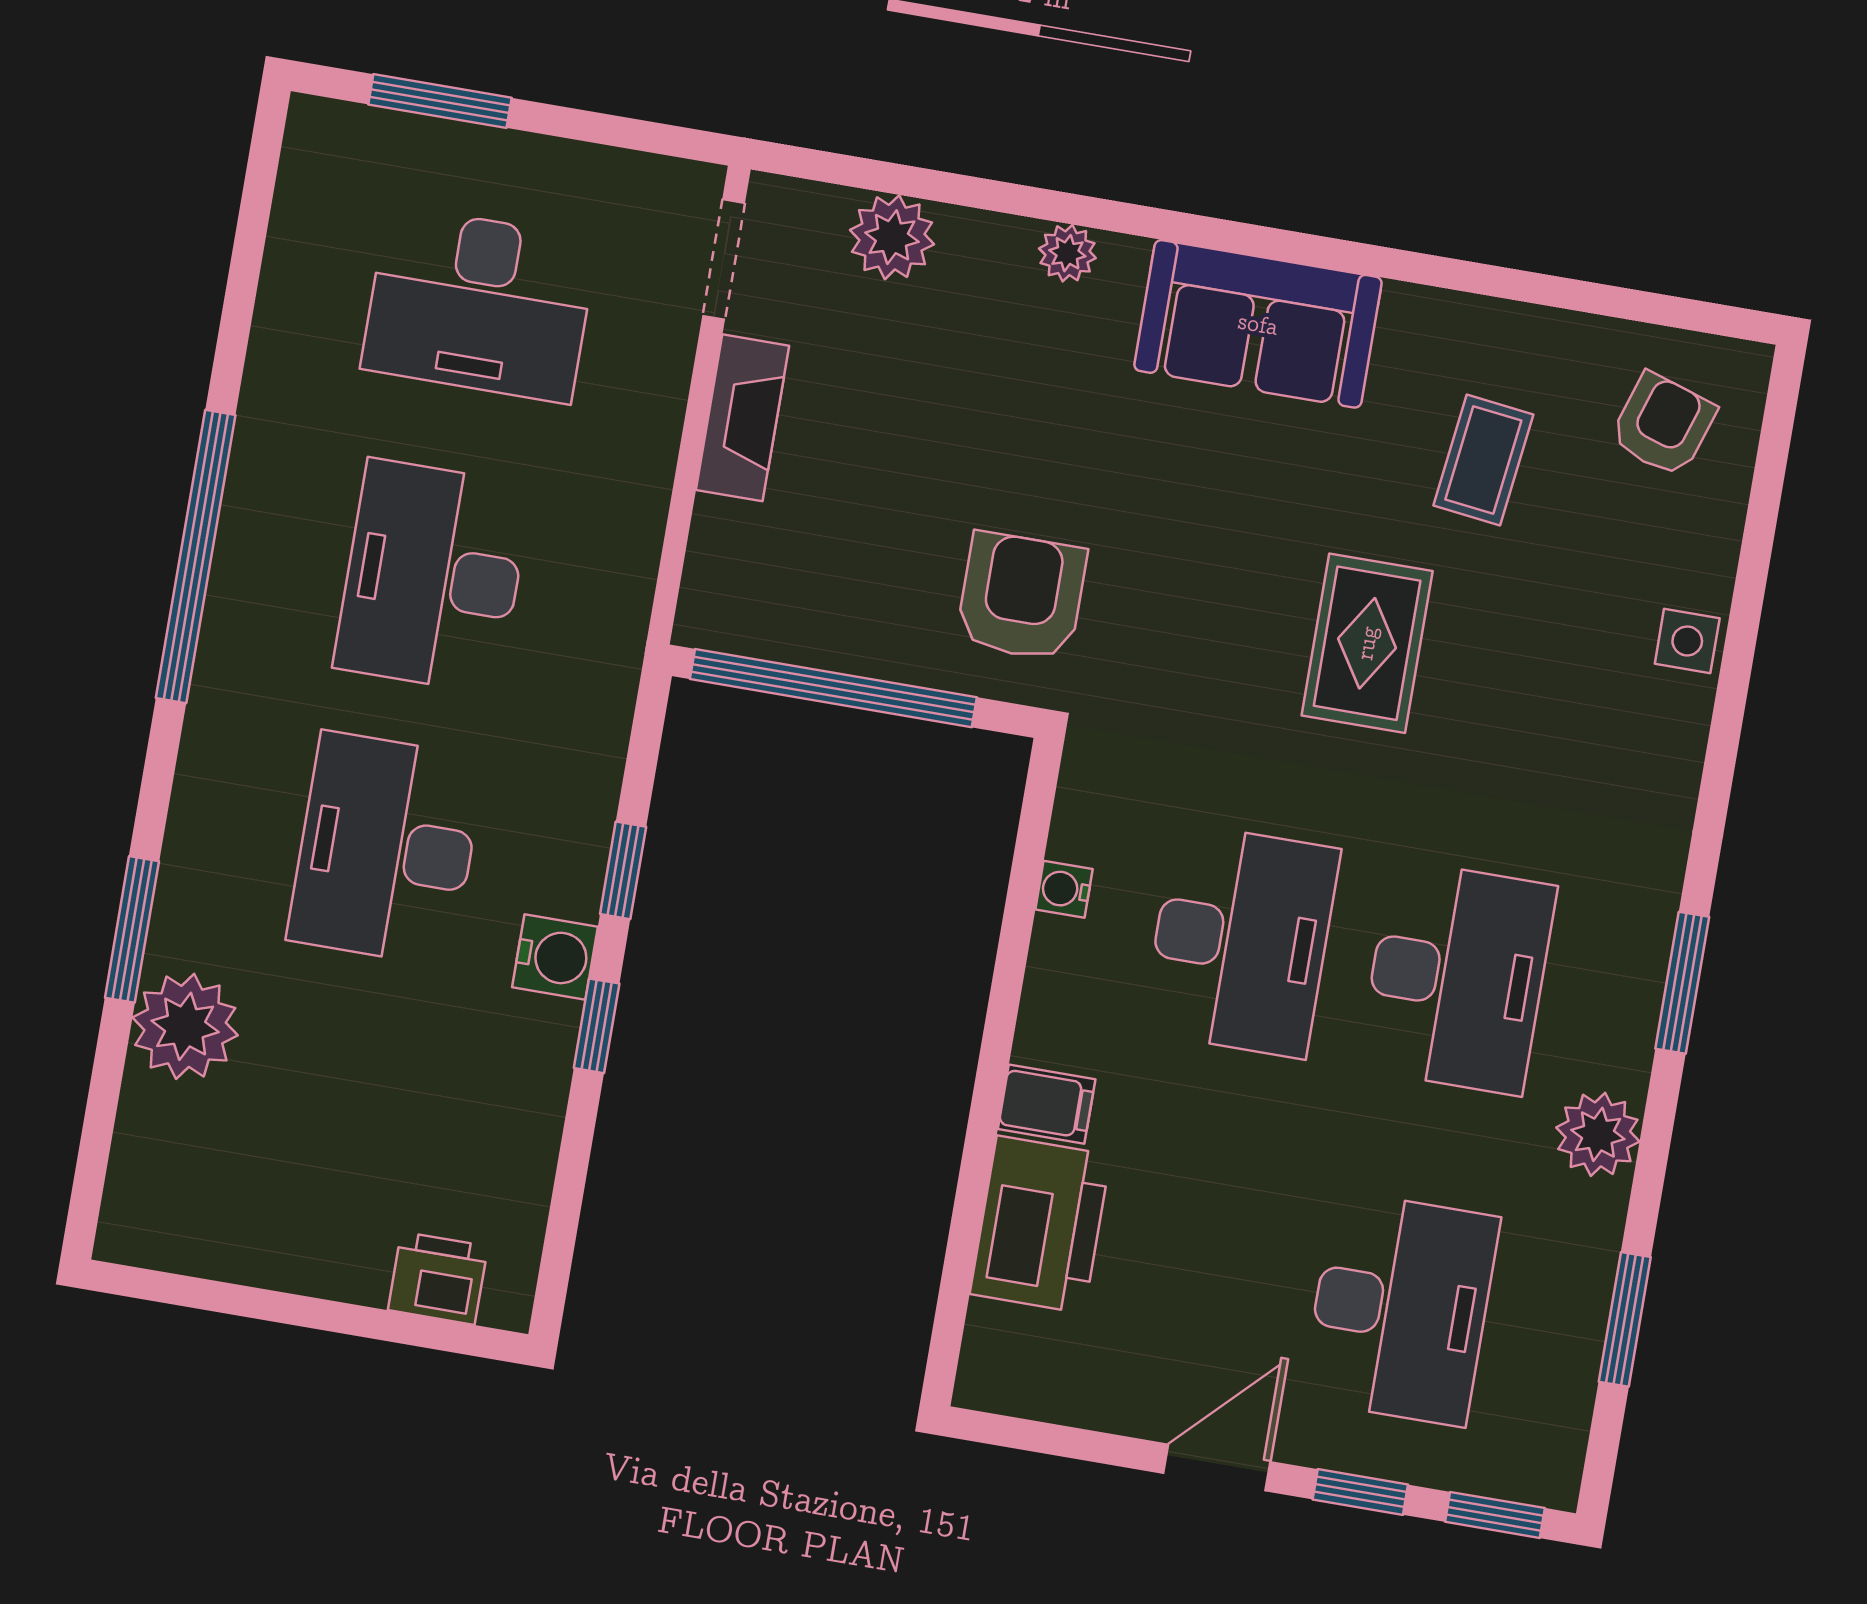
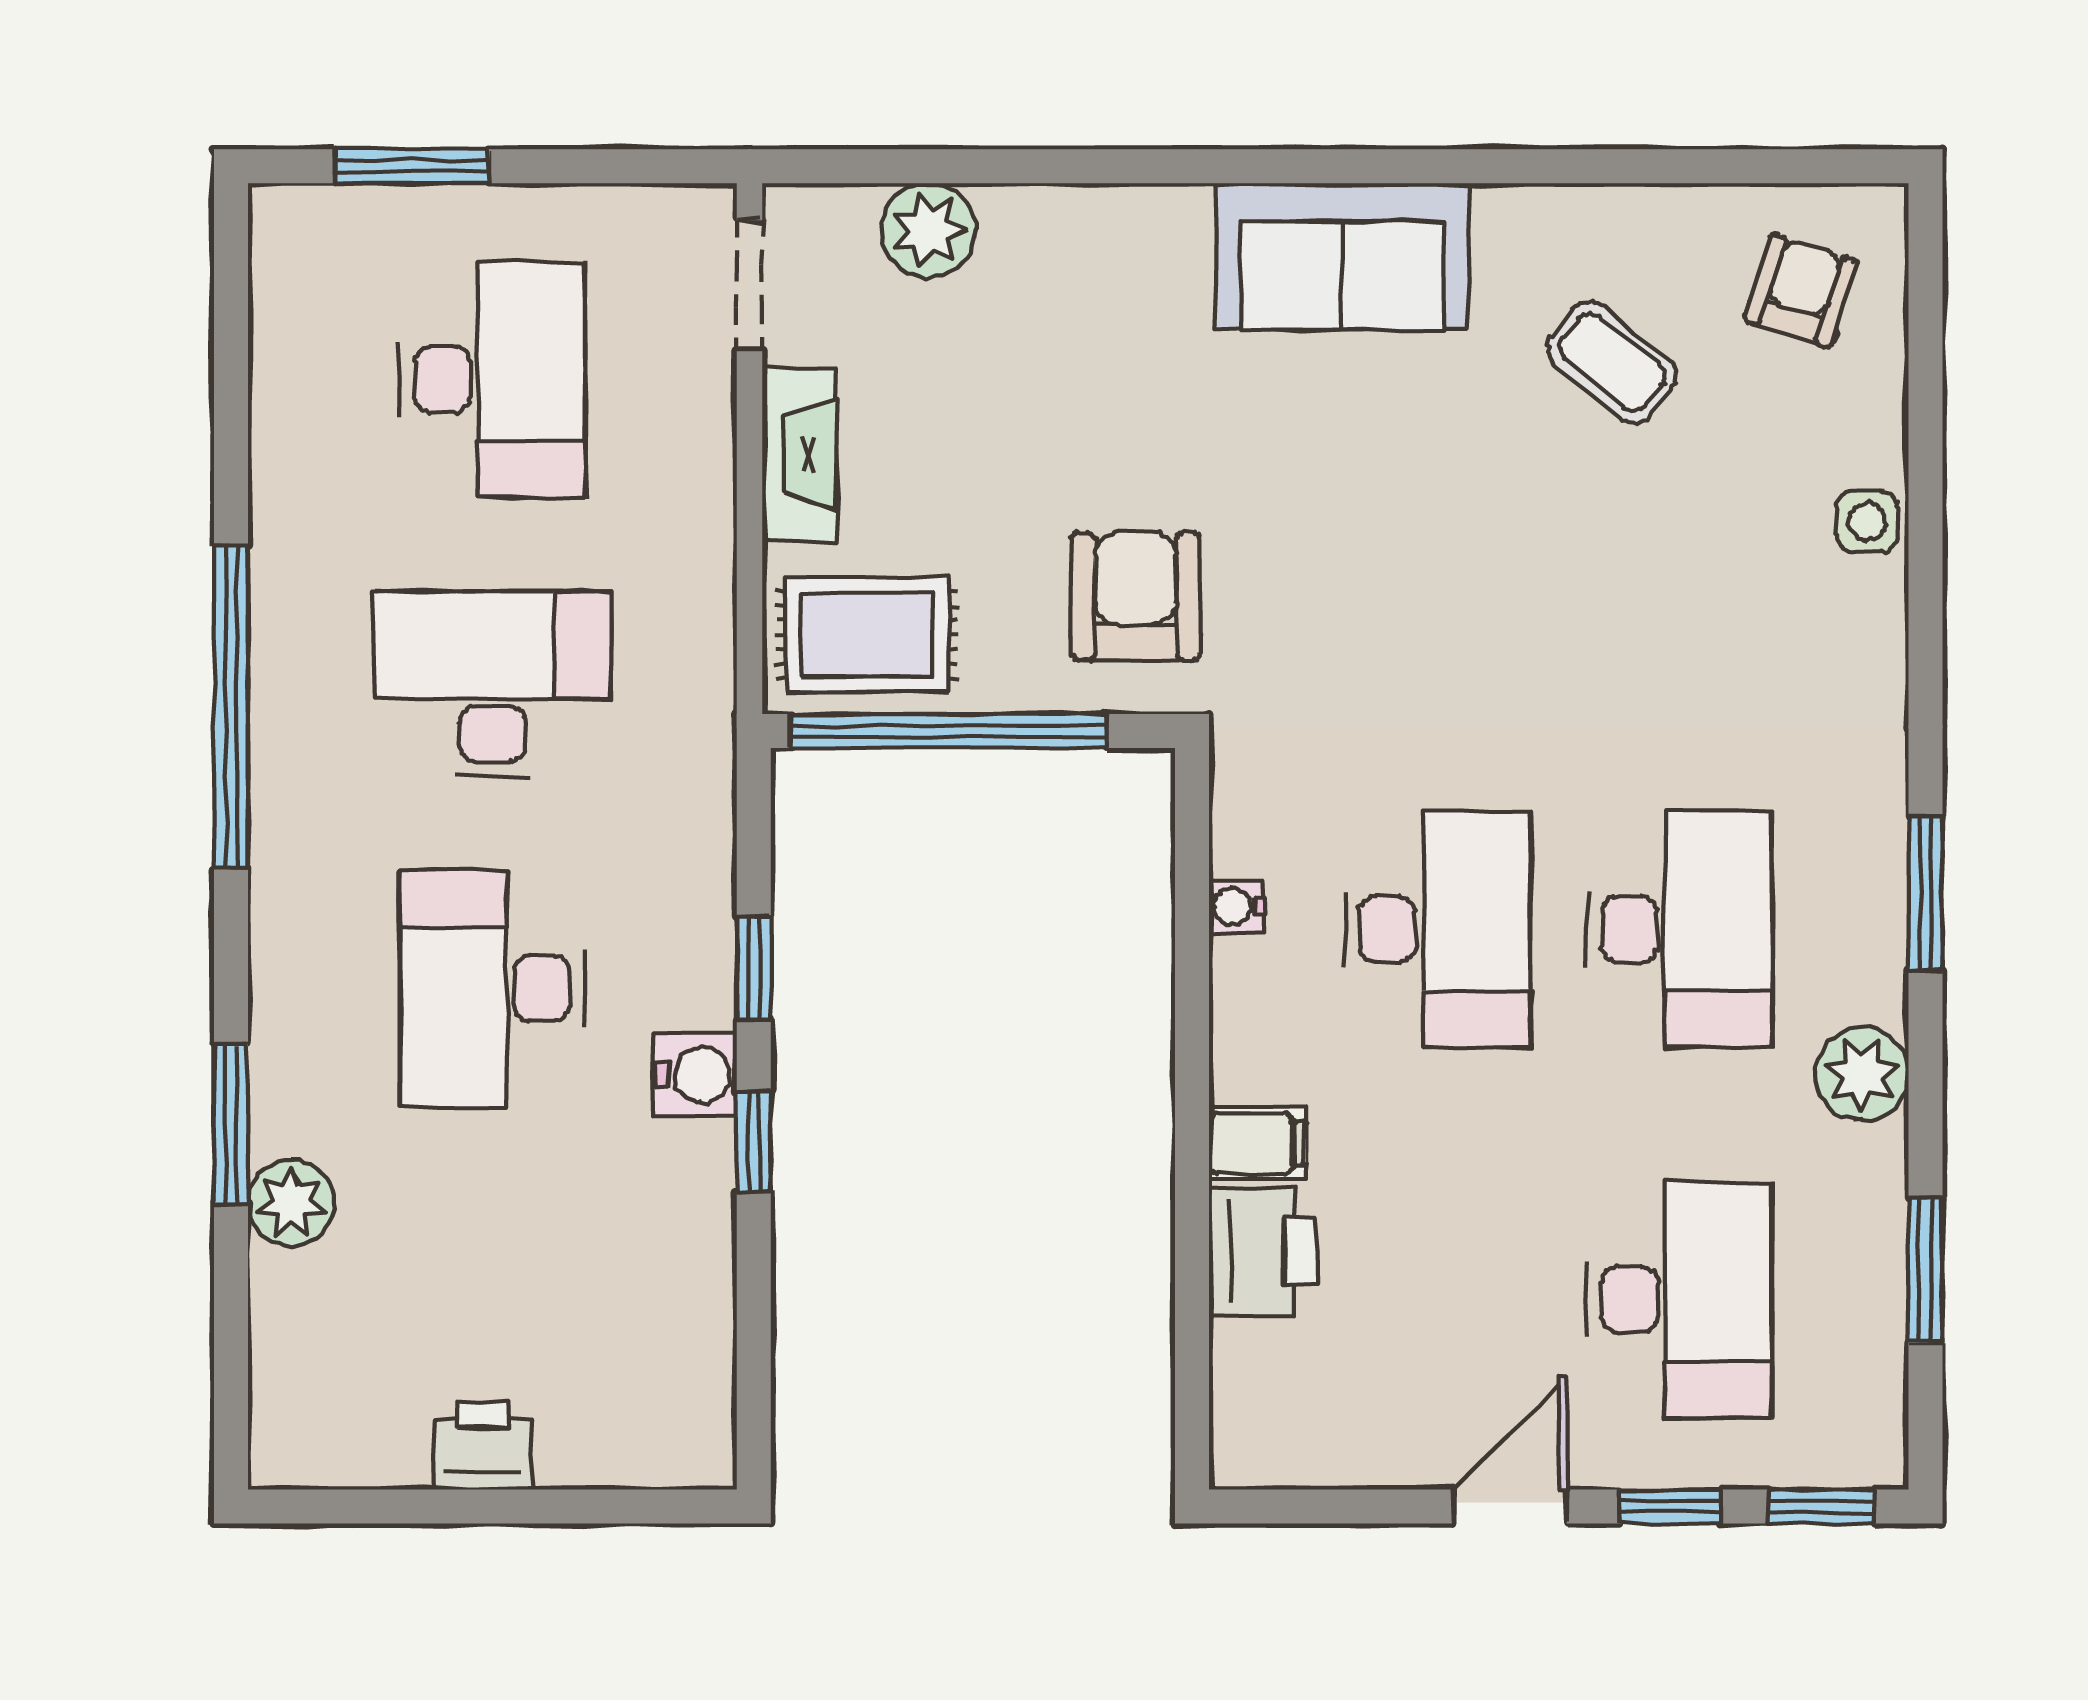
plant: (1067, 253) -> (1122, 215), removed
desk: (479, 304) -> (492, 379), turned -90
coffee table: (1483, 460) -> (1612, 362), turned -58
desk: (433, 576) -> (492, 684), turned 90
rug: (1367, 643) -> (867, 635), moved, turned 90
plant: (185, 1026) -> (291, 1203), width x0.73, depth x0.73
printer: (1040, 1224) -> (1262, 1251), width x0.73, depth x0.84
printer: (438, 1278) -> (482, 1446), moved

